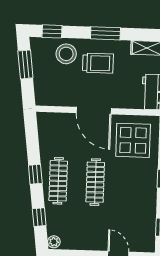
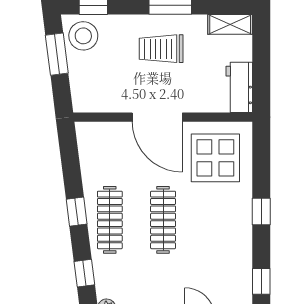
stool: (66, 54) -> (83, 36), moved
trolley: (98, 63) -> (161, 49), turned 180

